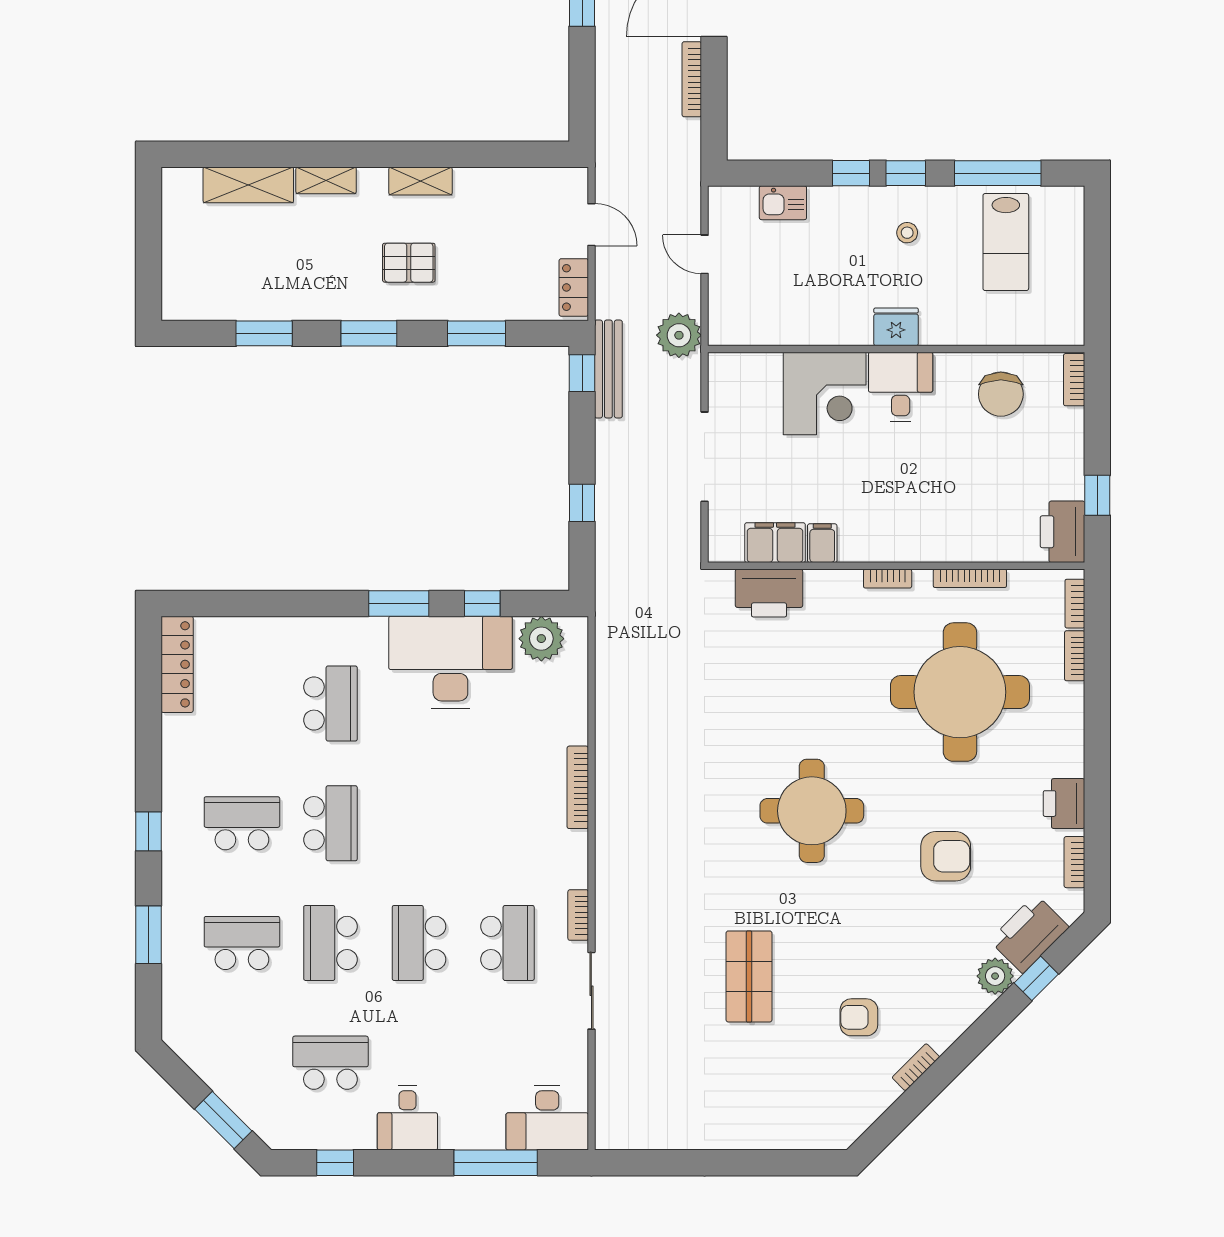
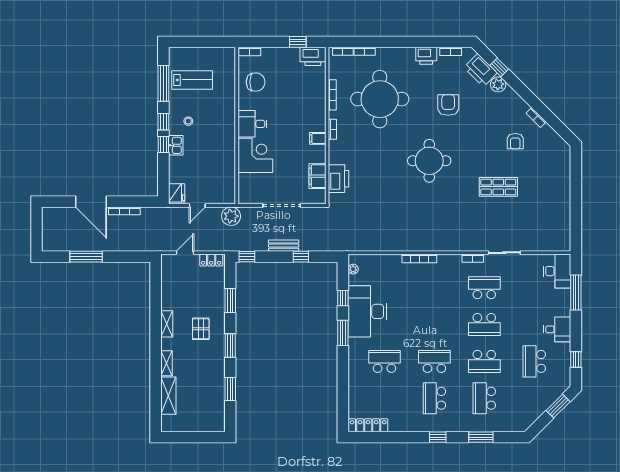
kitchen sink: (783, 203) -> (176, 145), moved
fridge: (896, 327) -> (177, 193), moved, turned 180
bench: (608, 369) -> (284, 246), moved, width x0.73
filing cabinet: (822, 543) -> (318, 138), moved
plant: (541, 639) -> (353, 269), width x0.53, depth x0.53

